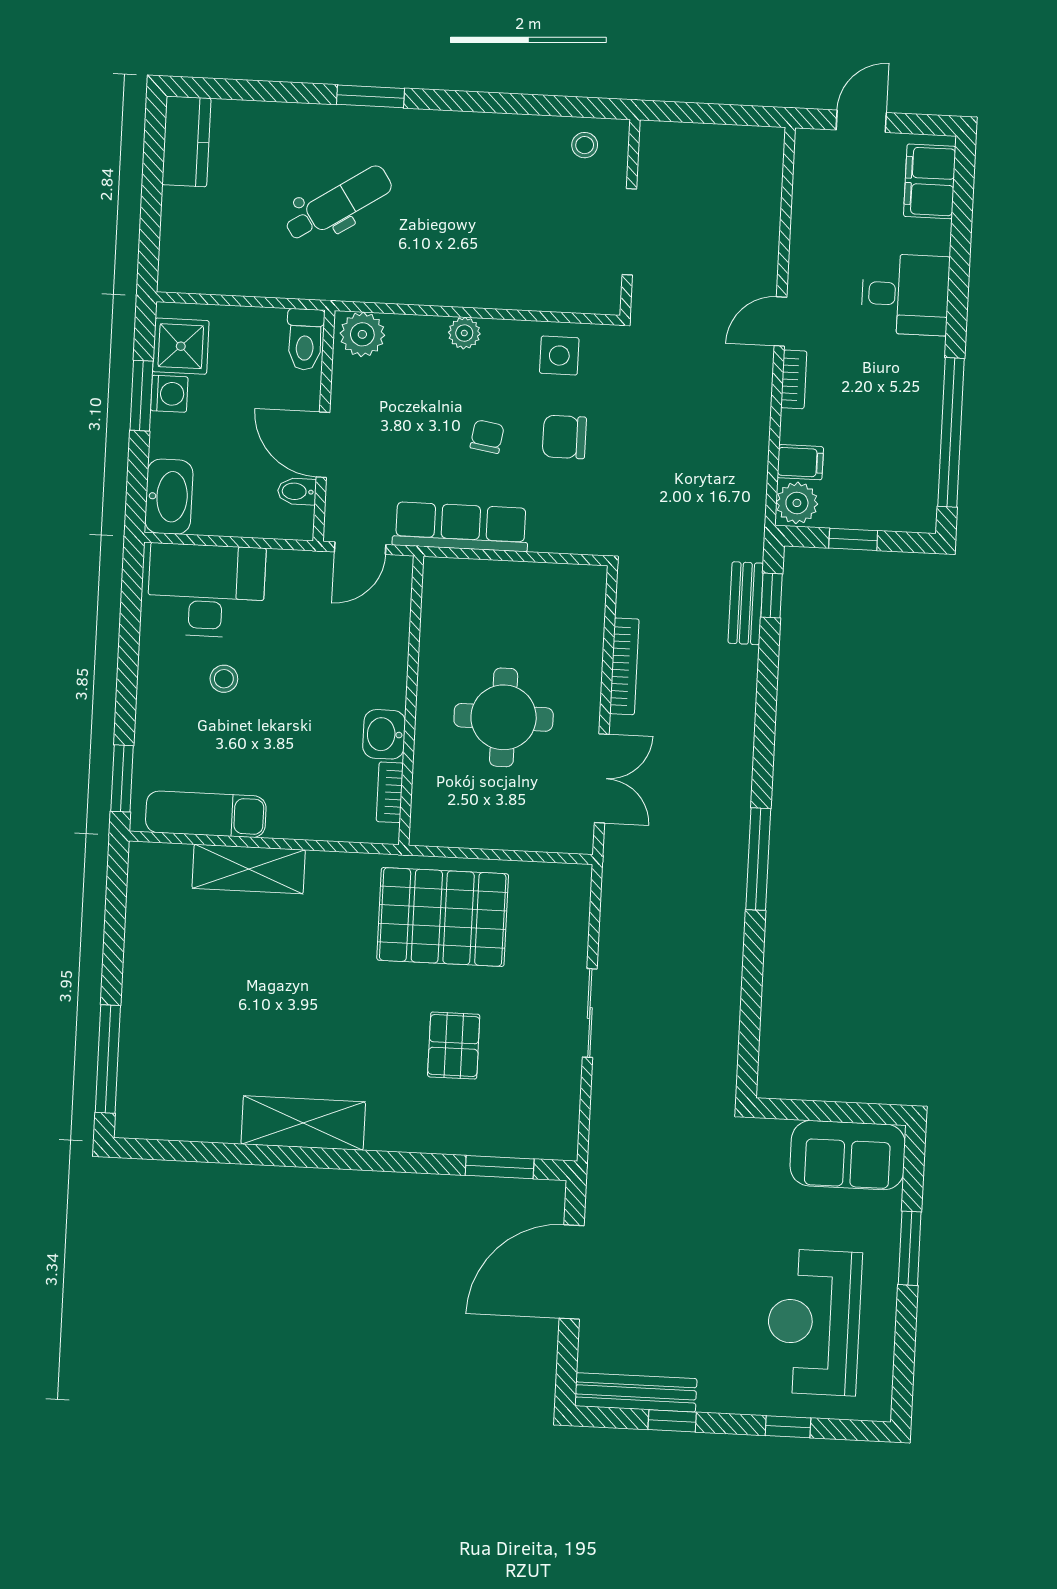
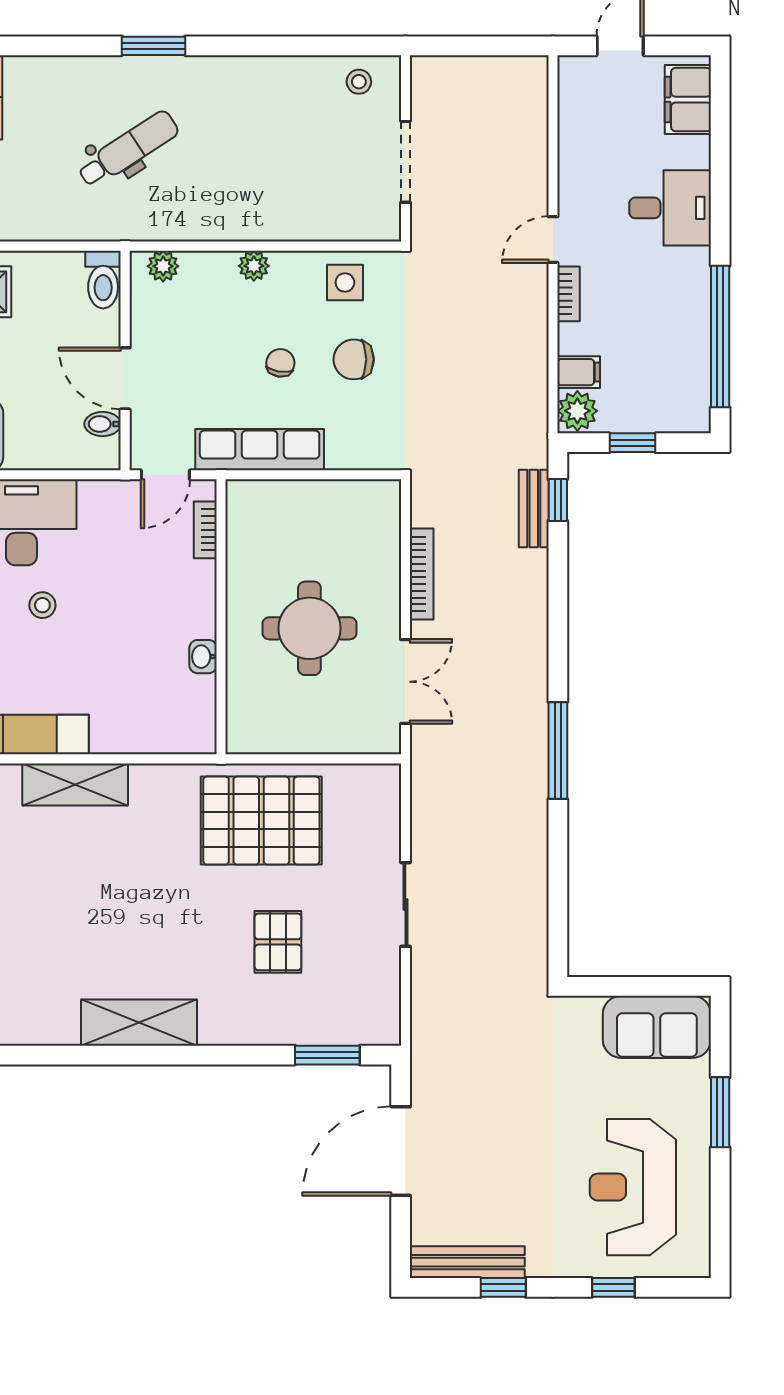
plant: (362, 334) -> (163, 266), width x0.73, depth x0.73
washbasin: (384, 734) -> (203, 657), width x0.72, depth x0.69
bookcase: (390, 792) -> (205, 530), moved

